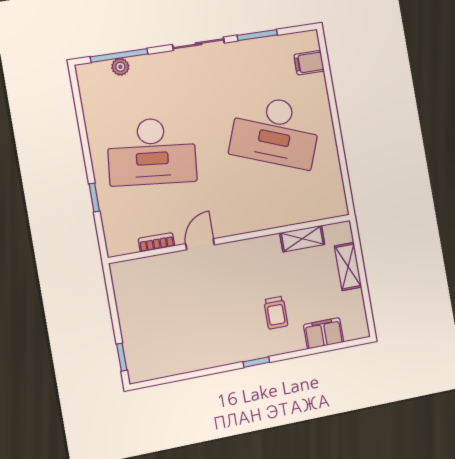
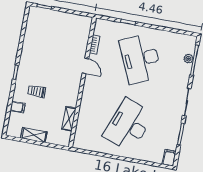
filing cabinet: (309, 63) -> (169, 158), moved
desk: (152, 151) -> (141, 59), turned -30
shelving: (348, 266) -> (34, 135), moved
filing cabinet: (324, 333) -> (18, 107), width x0.50

